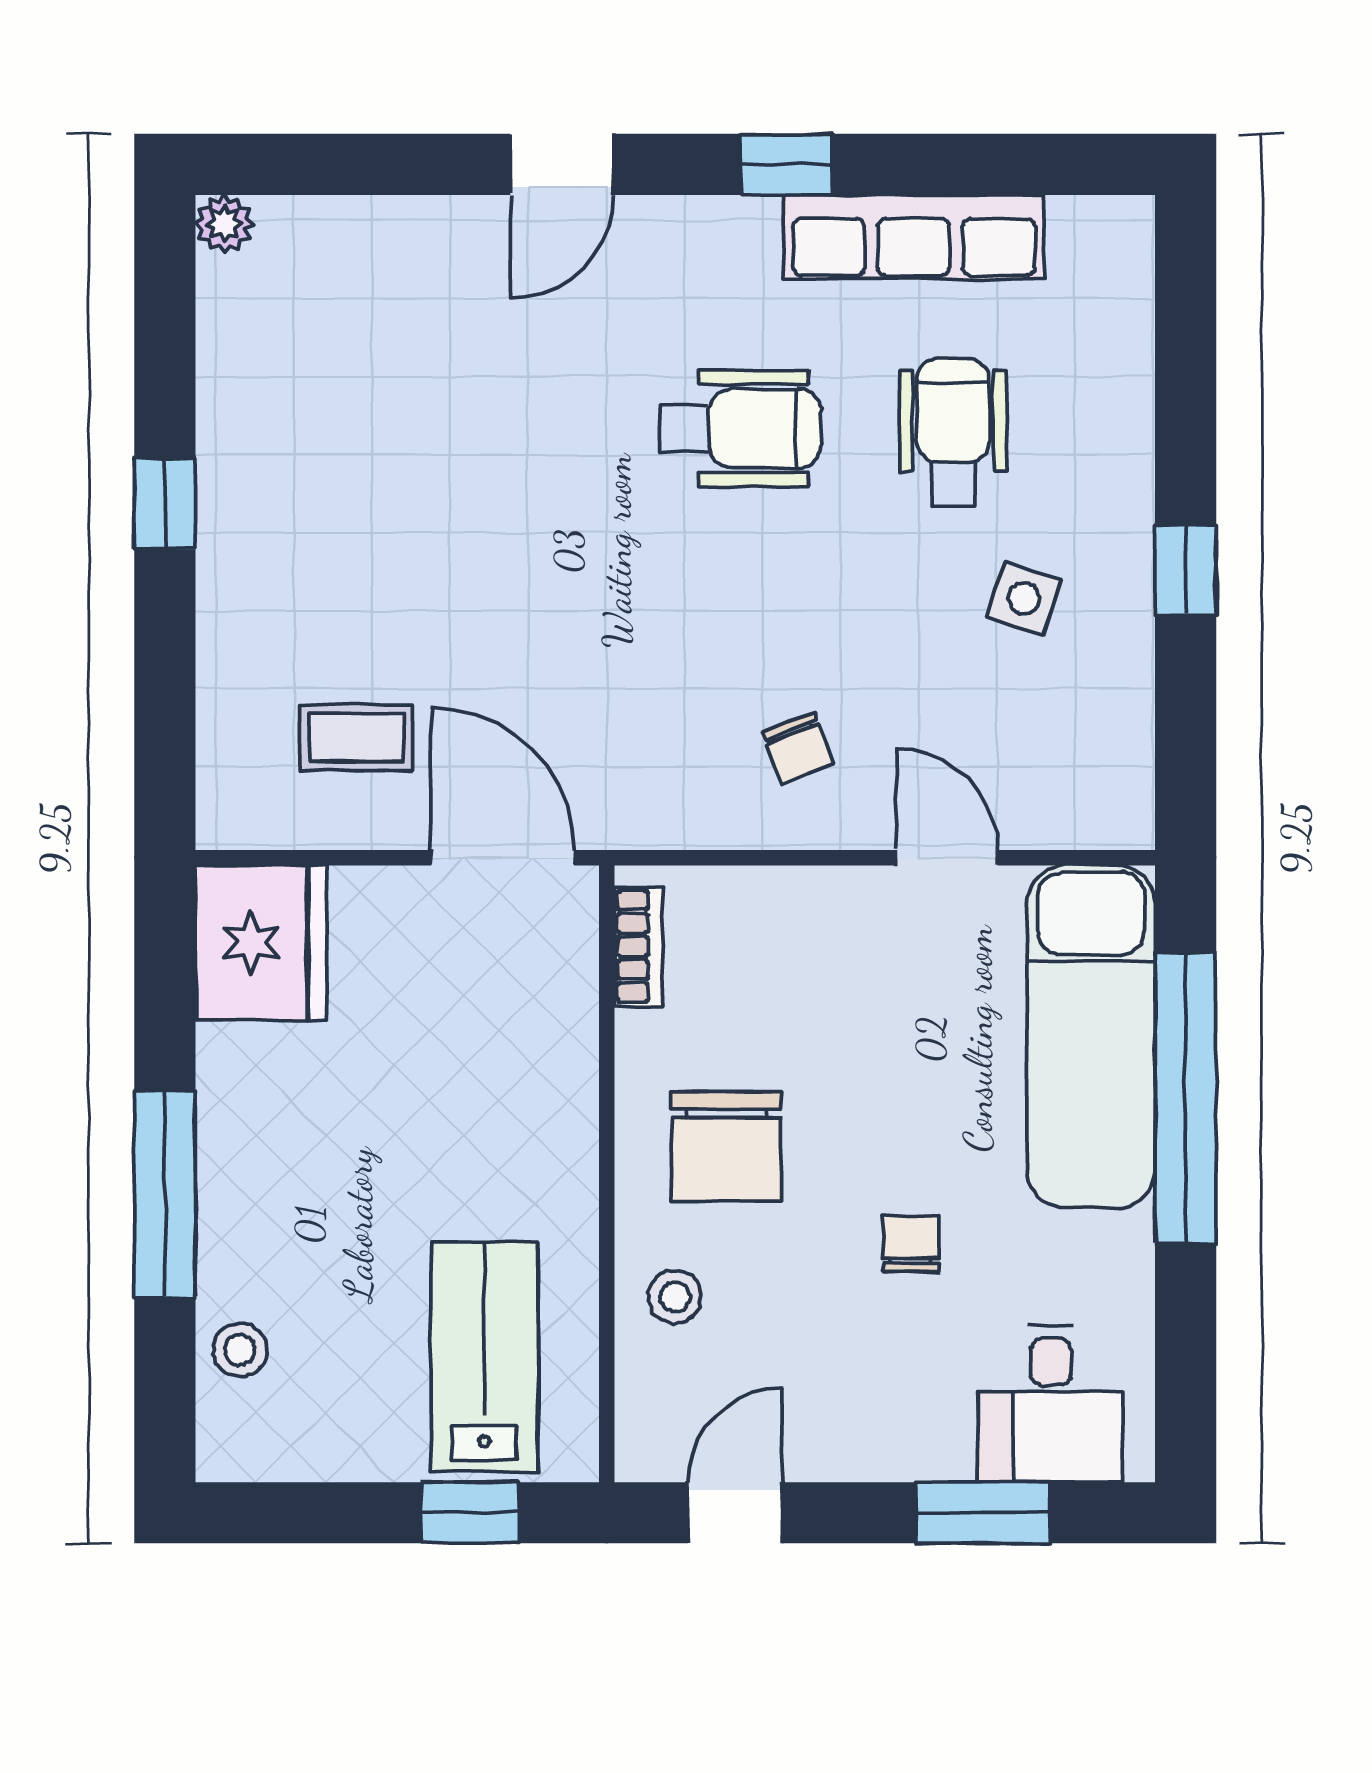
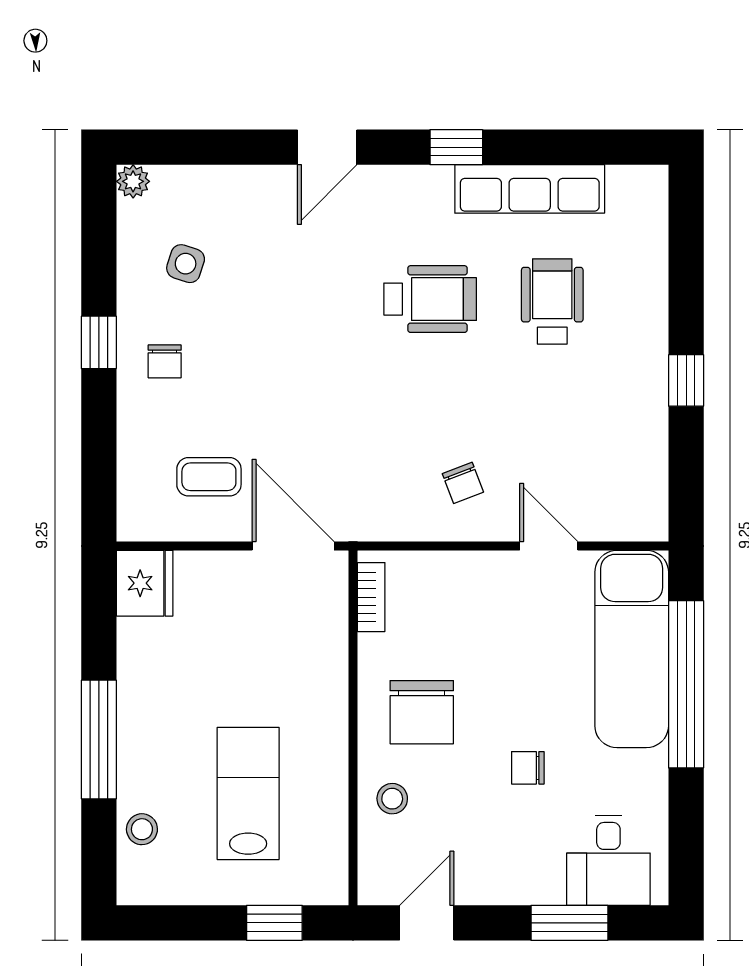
chair: (279, 537) -> (165, 361), added
side table: (1024, 598) -> (186, 264), moved
fridge: (261, 943) -> (145, 583), width x0.73, depth x0.75
chair: (911, 1243) -> (528, 768), turned -90
lab bench: (484, 1356) -> (248, 793), moved

